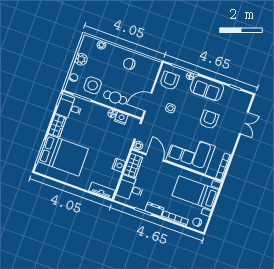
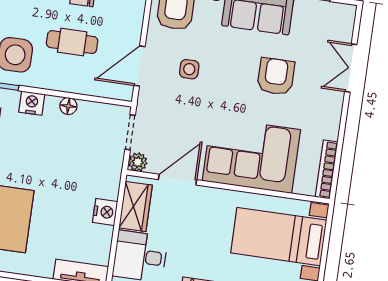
cafe table: (115, 98) -> (72, 42), moved
nightstand: (121, 118) -> (32, 103), moved
double door: (244, 123) -> (351, 68), swing flipped
door: (155, 157) -> (177, 180), hinge flipped

